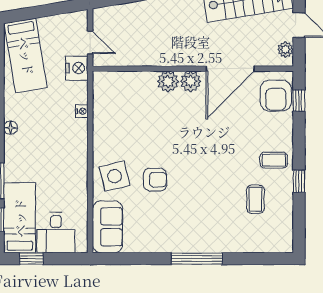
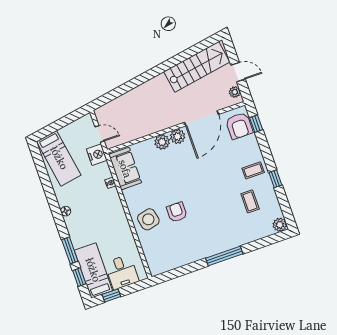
armchair: (155, 180) -> (177, 212), turned -90
sofa: (107, 227) -> (125, 169), moved
plant: (284, 243) -> (280, 225), added

